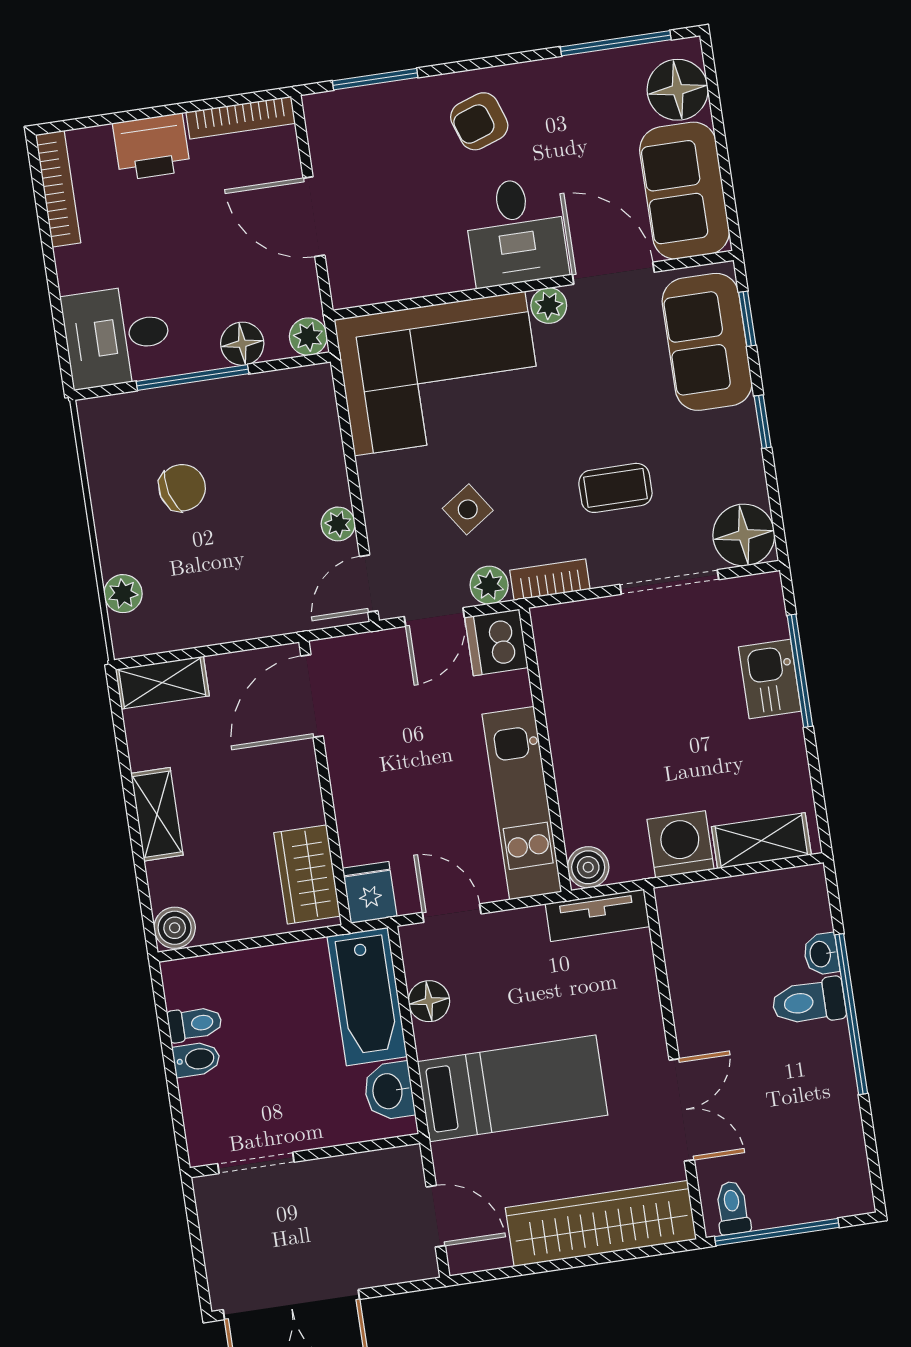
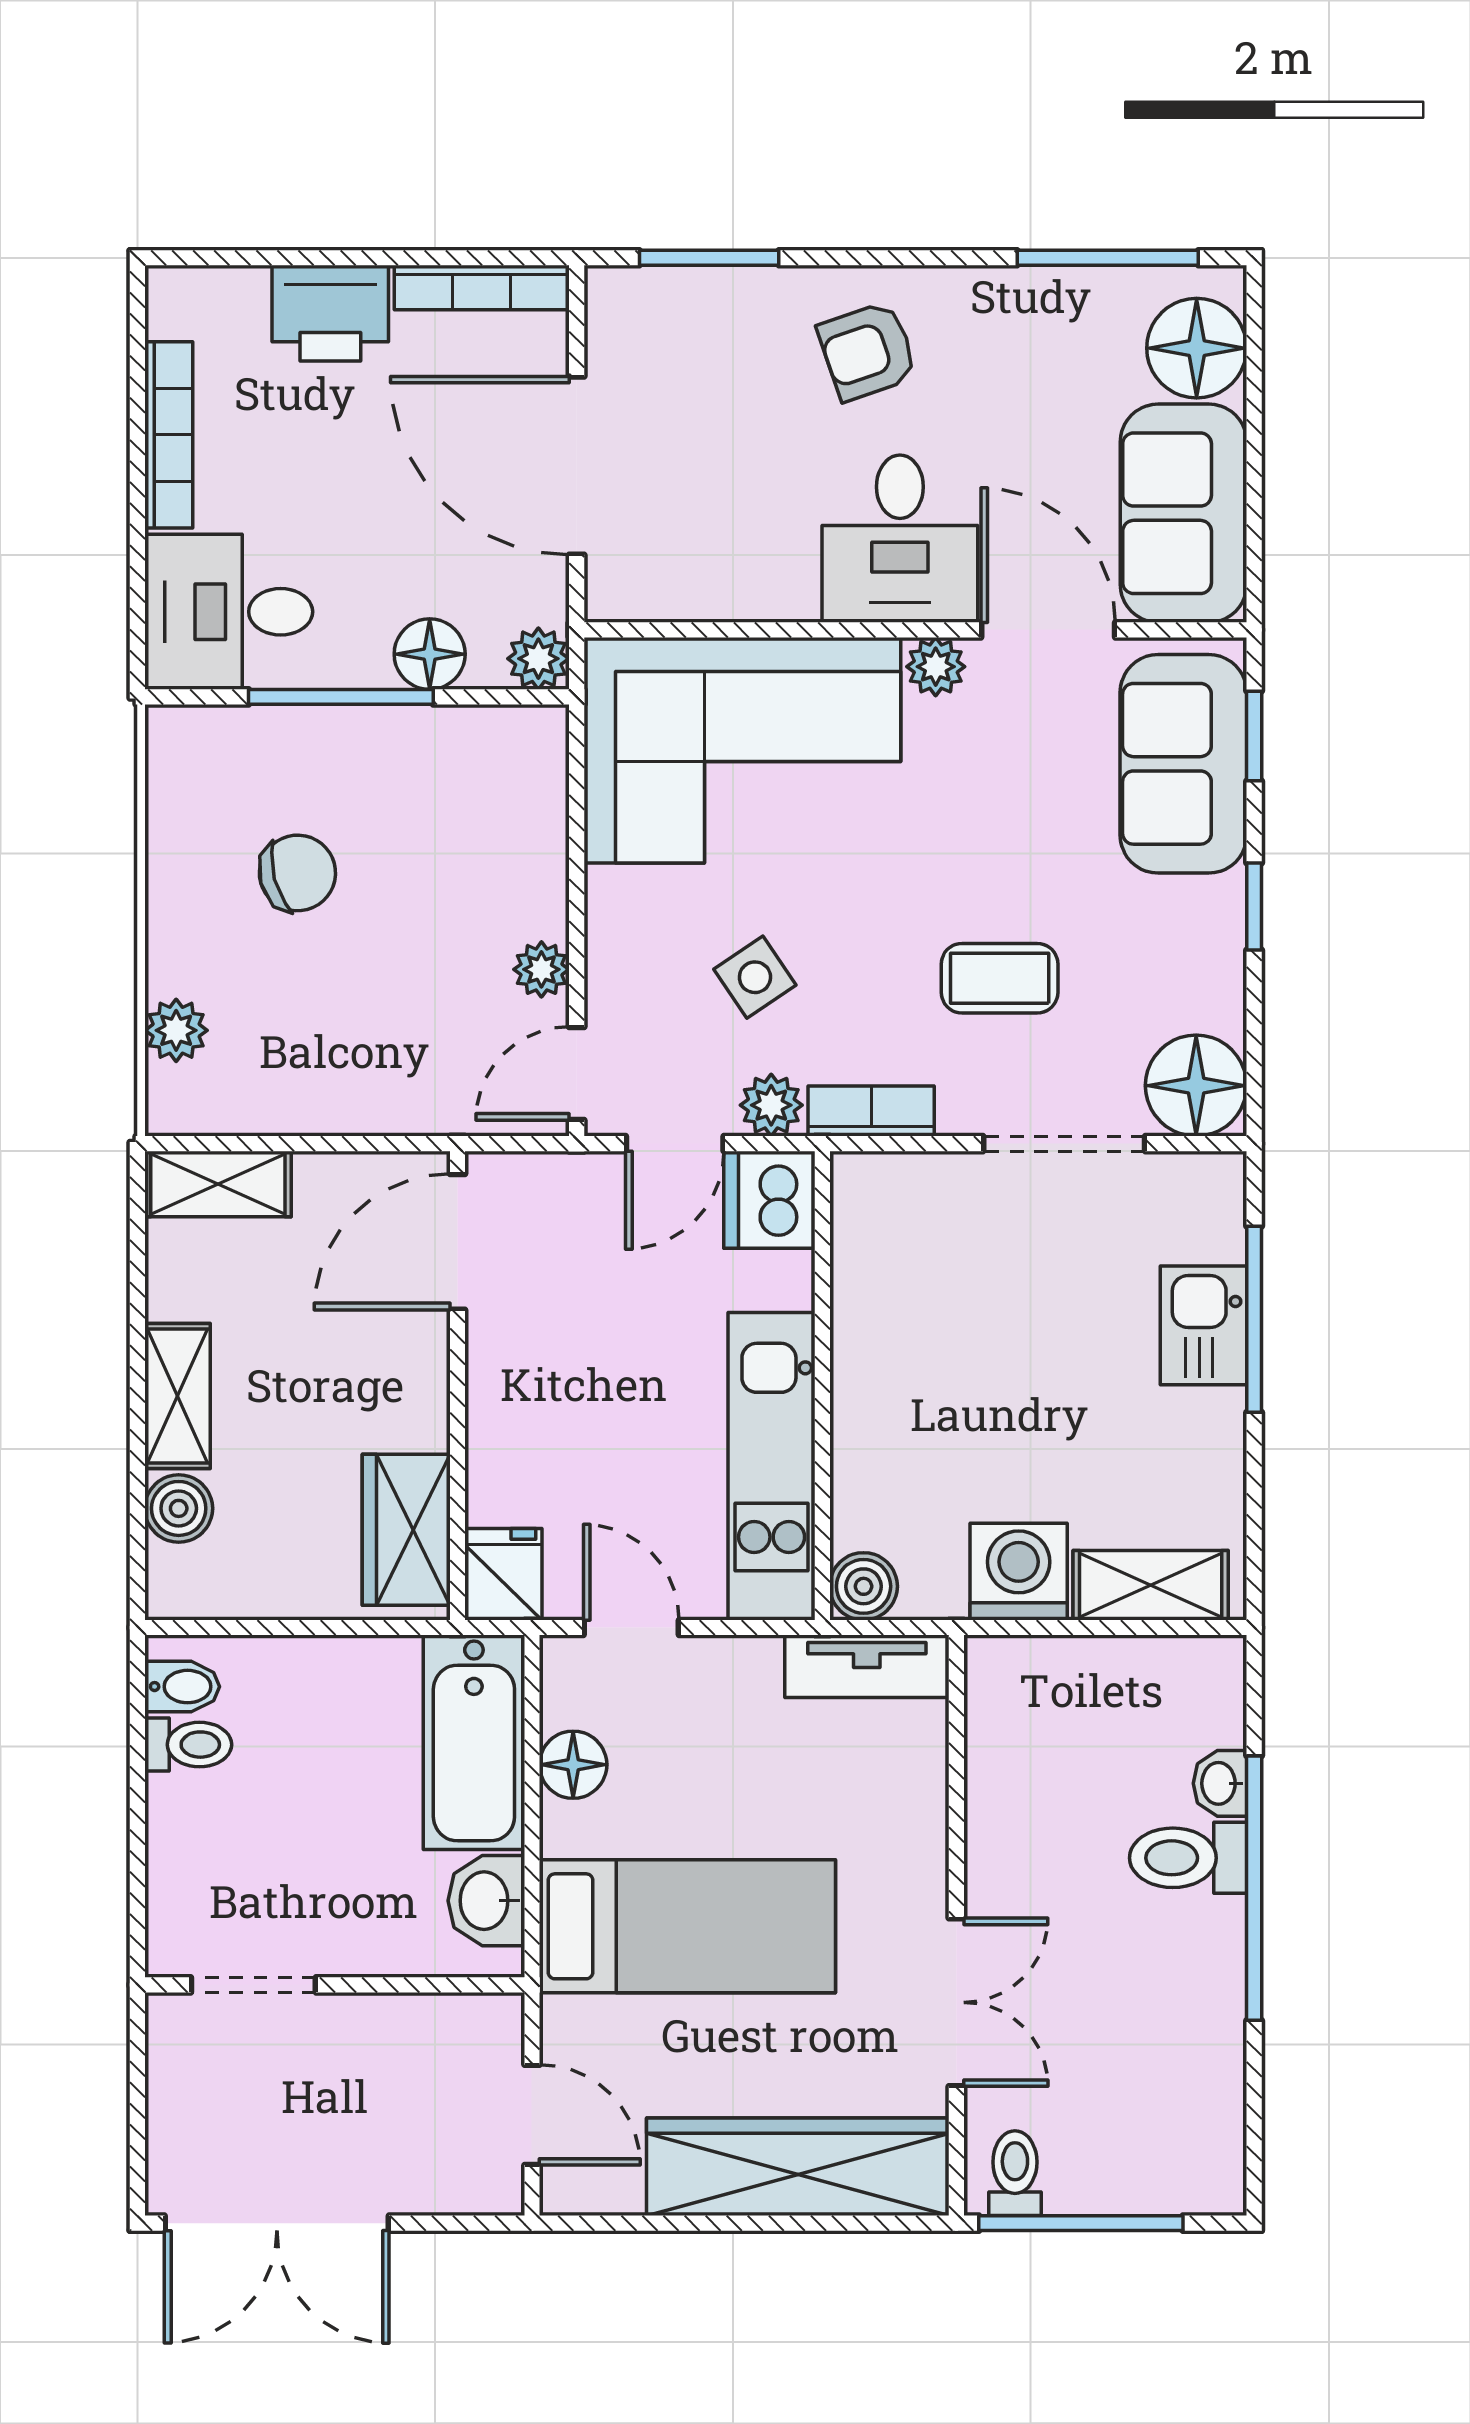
bookcase: (58, 189) -> (169, 435), moved
door: (314, 217) -> (577, 466), width x1.36
boiler: (175, 928) -> (179, 1508), moved
bidet: (196, 1059) -> (182, 1687), moved

